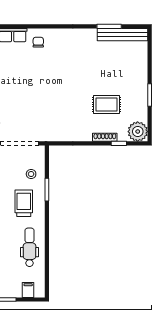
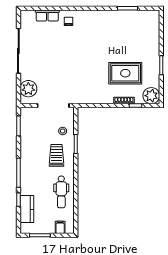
bench: (122, 35) -> (139, 15), removed
rug: (106, 105) -> (125, 73), width x1.36, depth x1.43
dental chair: (29, 247) -> (61, 192), turned 180

